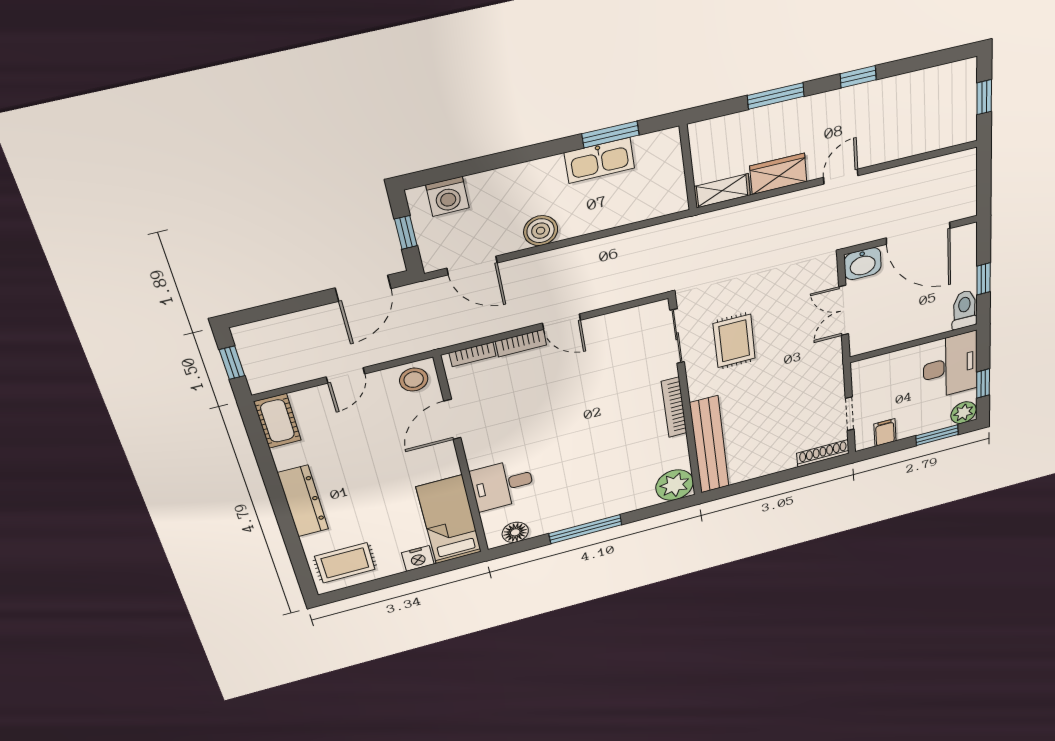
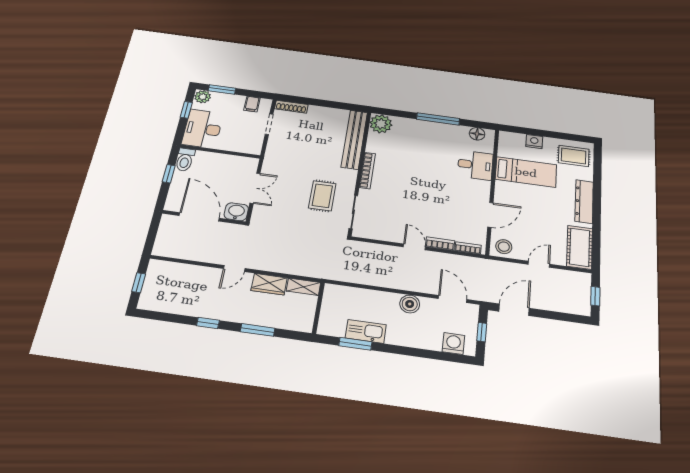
cot: (277, 421) -> (580, 247), width x1.37, depth x1.34
bed: (449, 520) -> (526, 172), moved, turned -90

